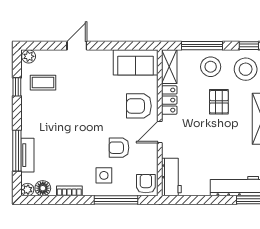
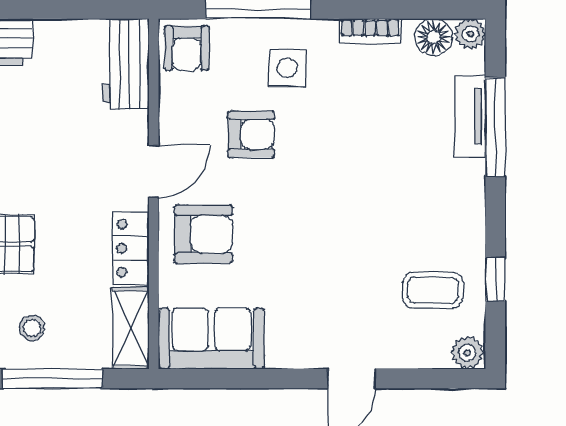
stool: (211, 67) -> (32, 328), width x0.53, depth x0.53

